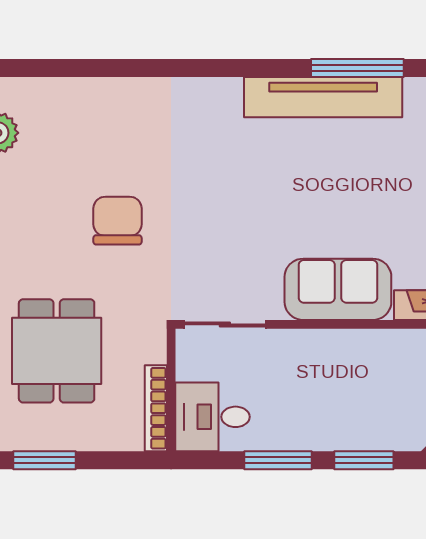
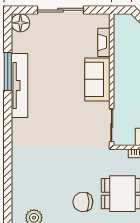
chair: (118, 221) -> (83, 202), moved

